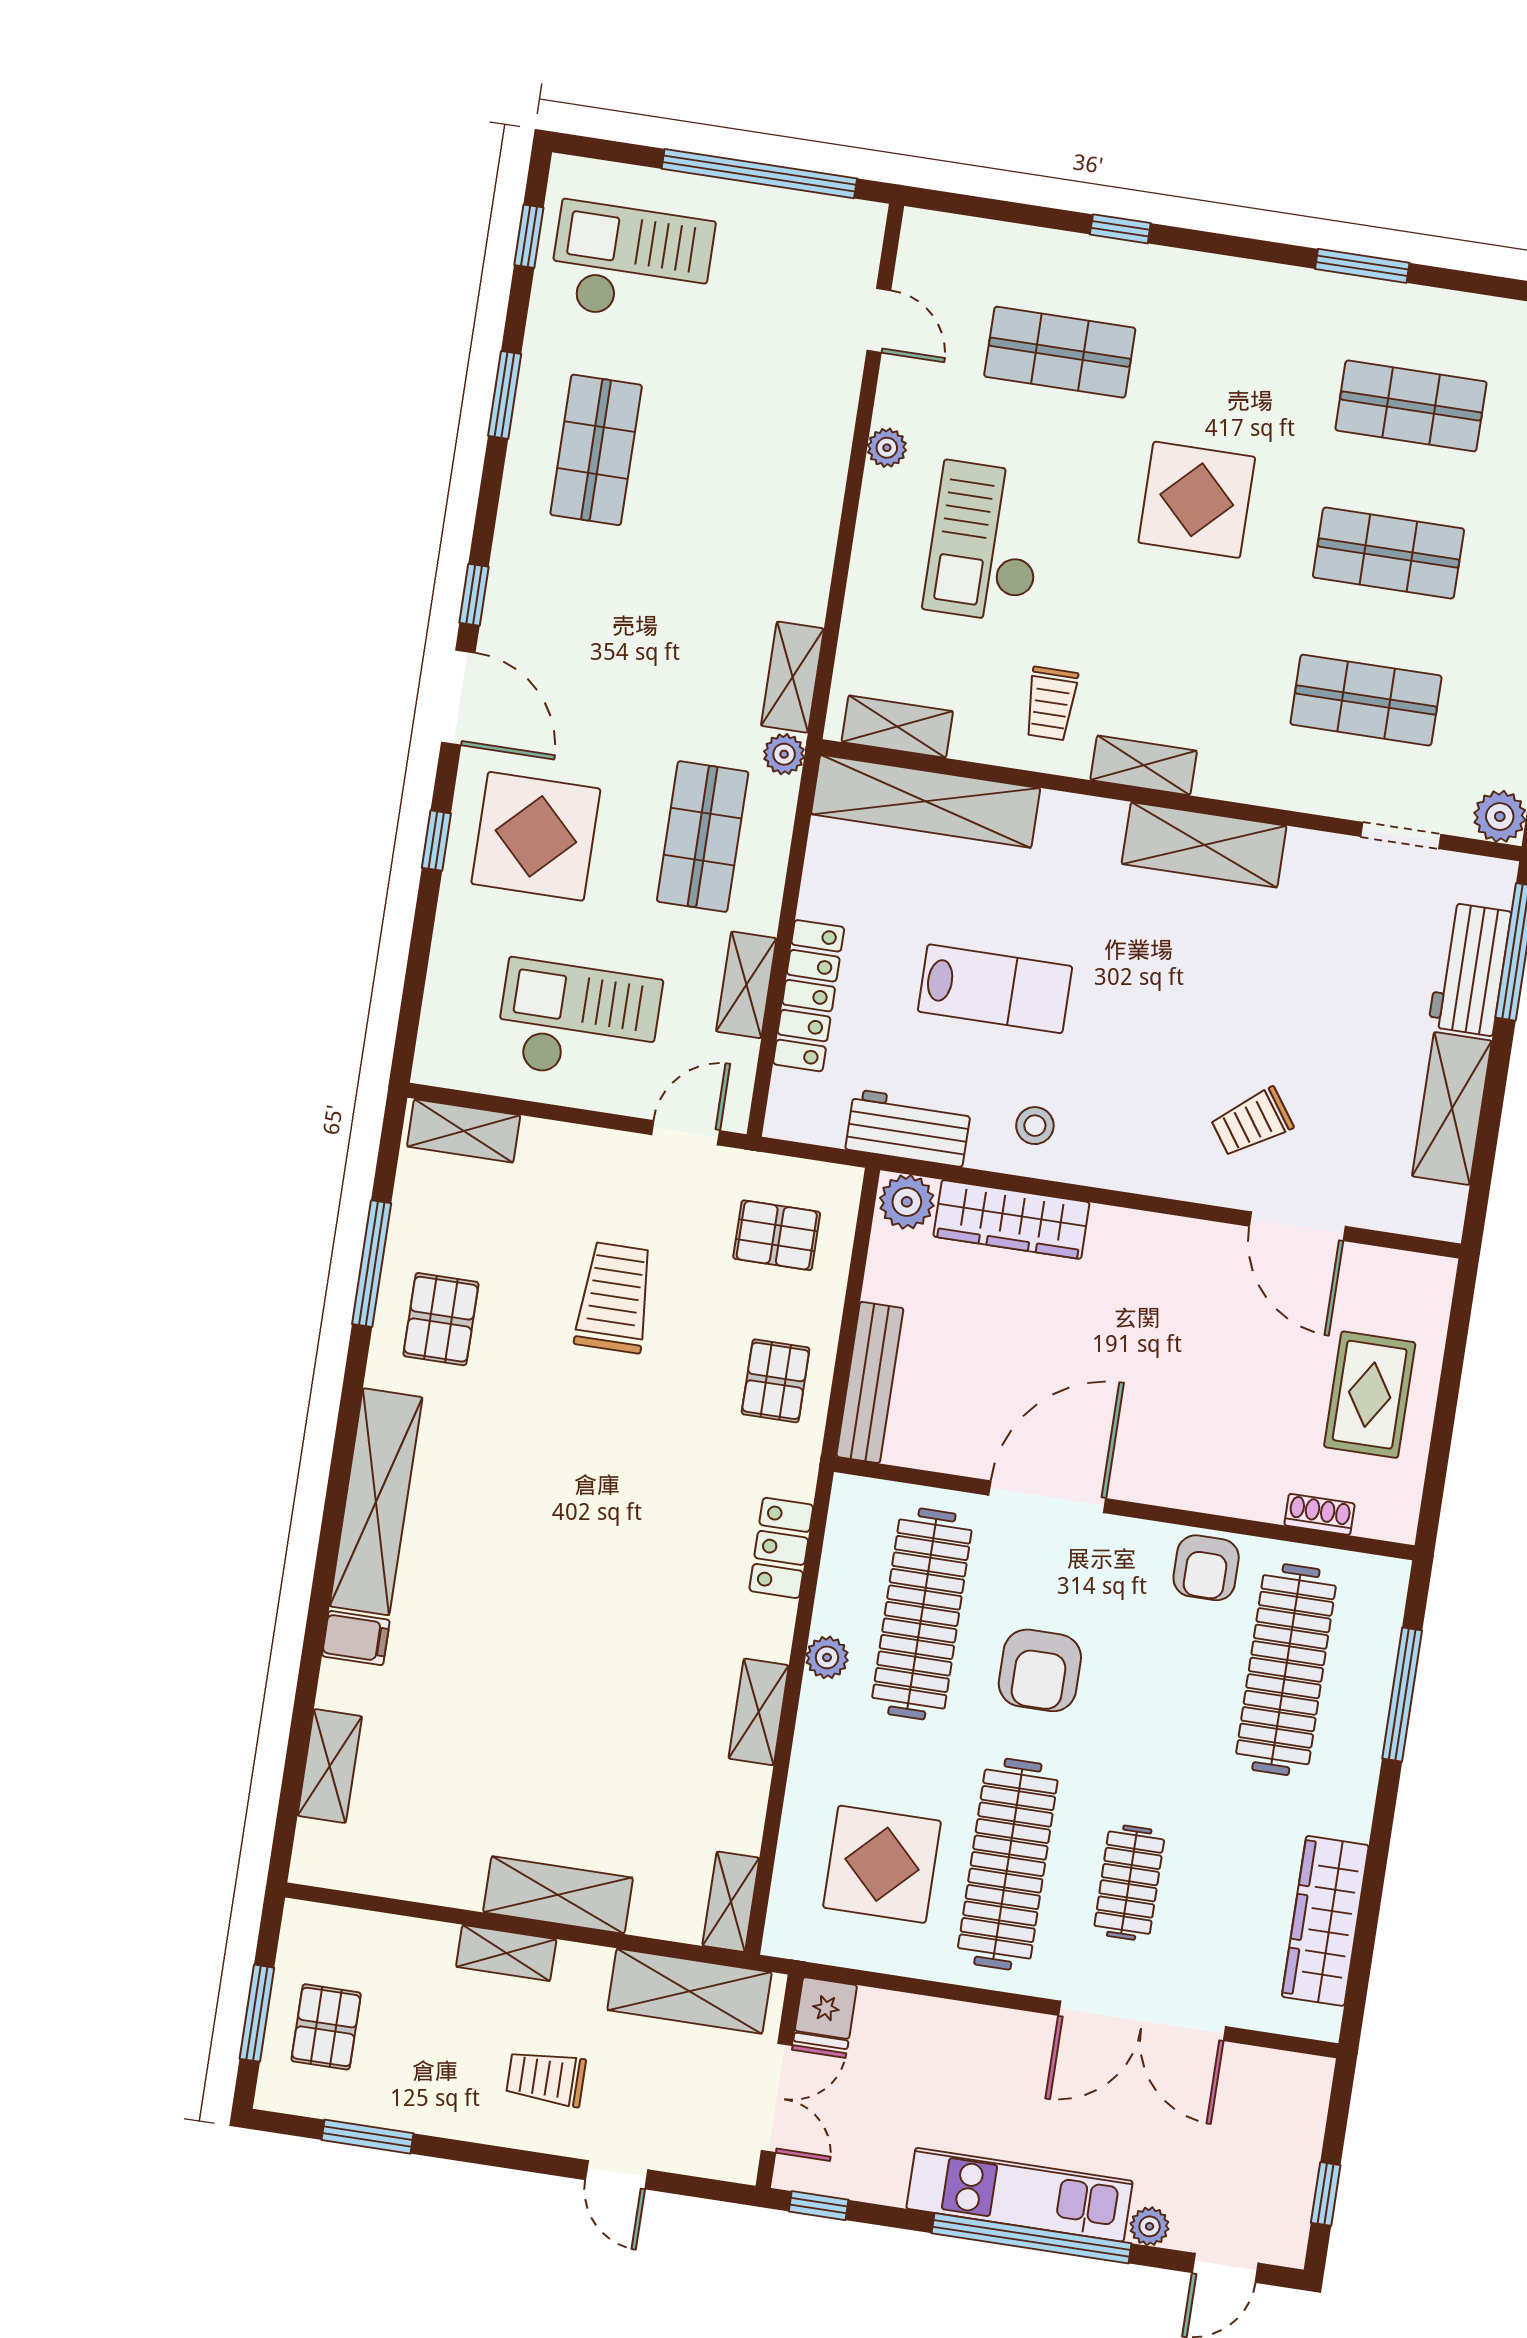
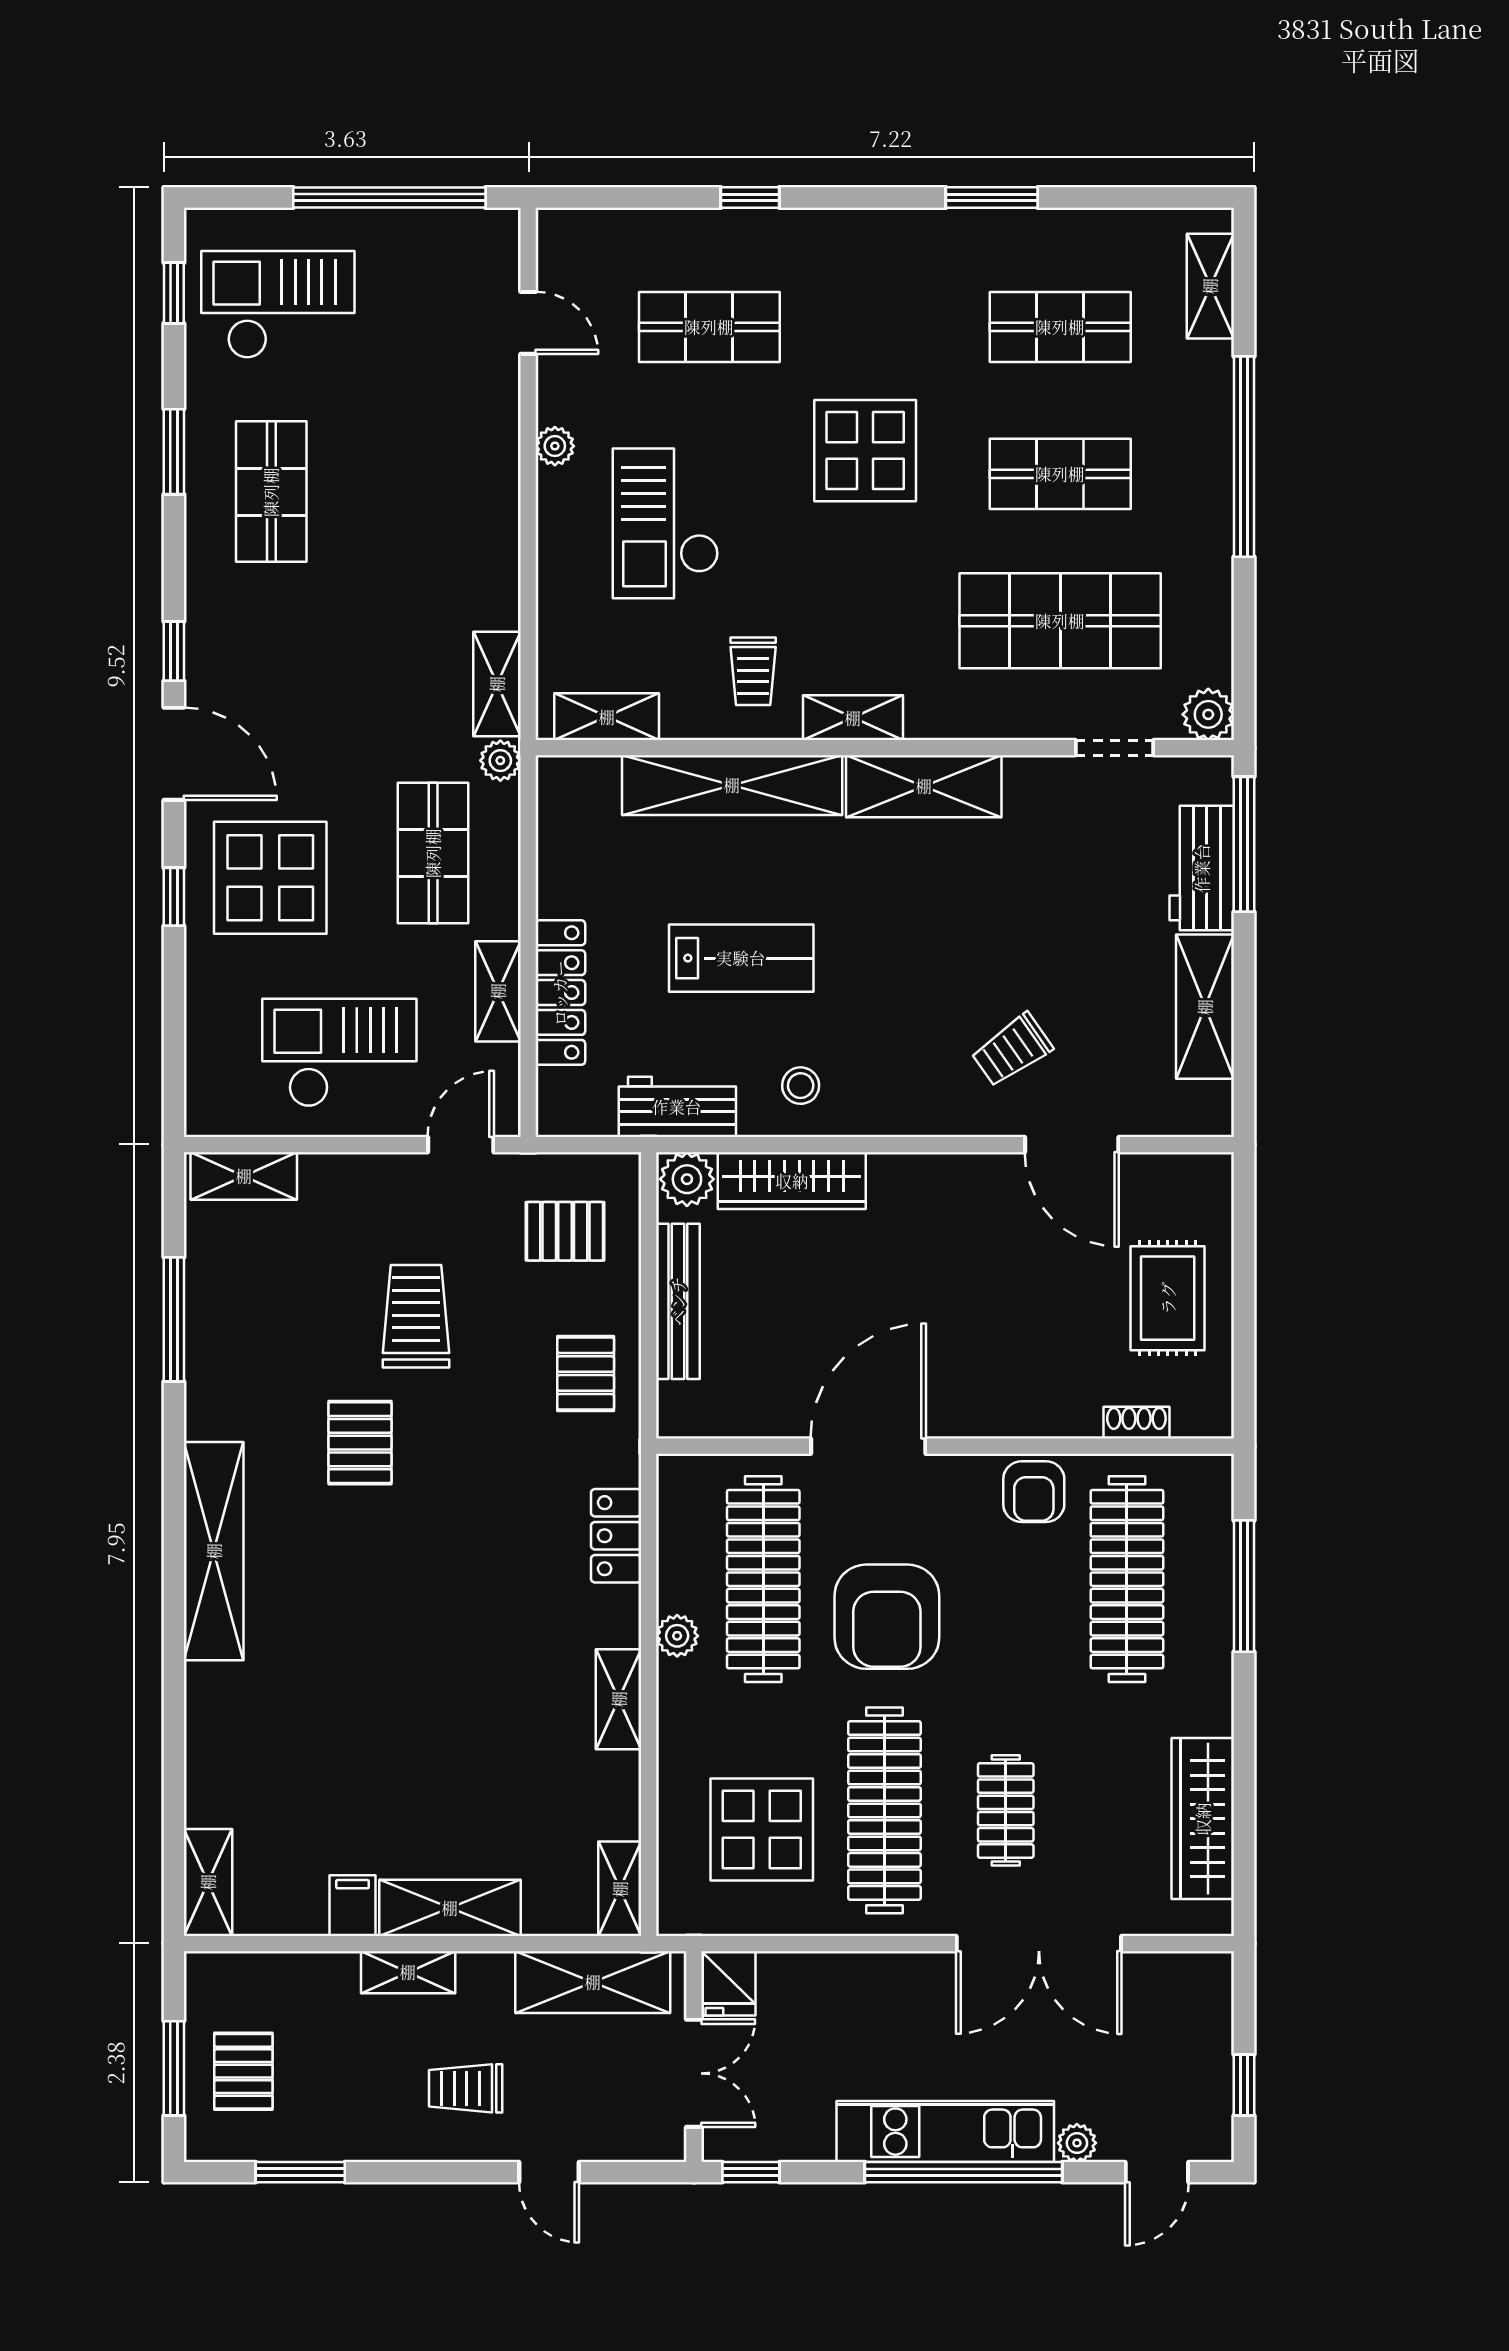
shop shelf: (1366, 700) -> (1060, 621), width x1.43, depth x1.36
shelving: (926, 801) -> (732, 785), moved
pallet: (441, 1319) -> (360, 1443), moved
bench: (870, 1382) -> (678, 1301), moved
filing cabinet: (356, 1638) -> (353, 1906), moved, turned -90
armchair: (1040, 1670) -> (887, 1617), width x1.36, depth x1.36
shelving: (330, 1766) -> (208, 1882), moved

